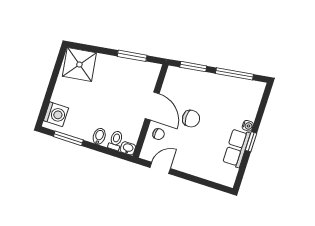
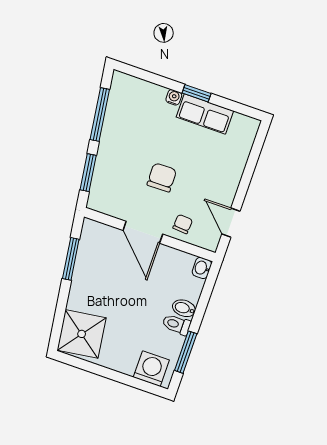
door: (152, 106) -> (143, 232), swing flipped
toilet: (116, 140) -> (177, 325), moved

